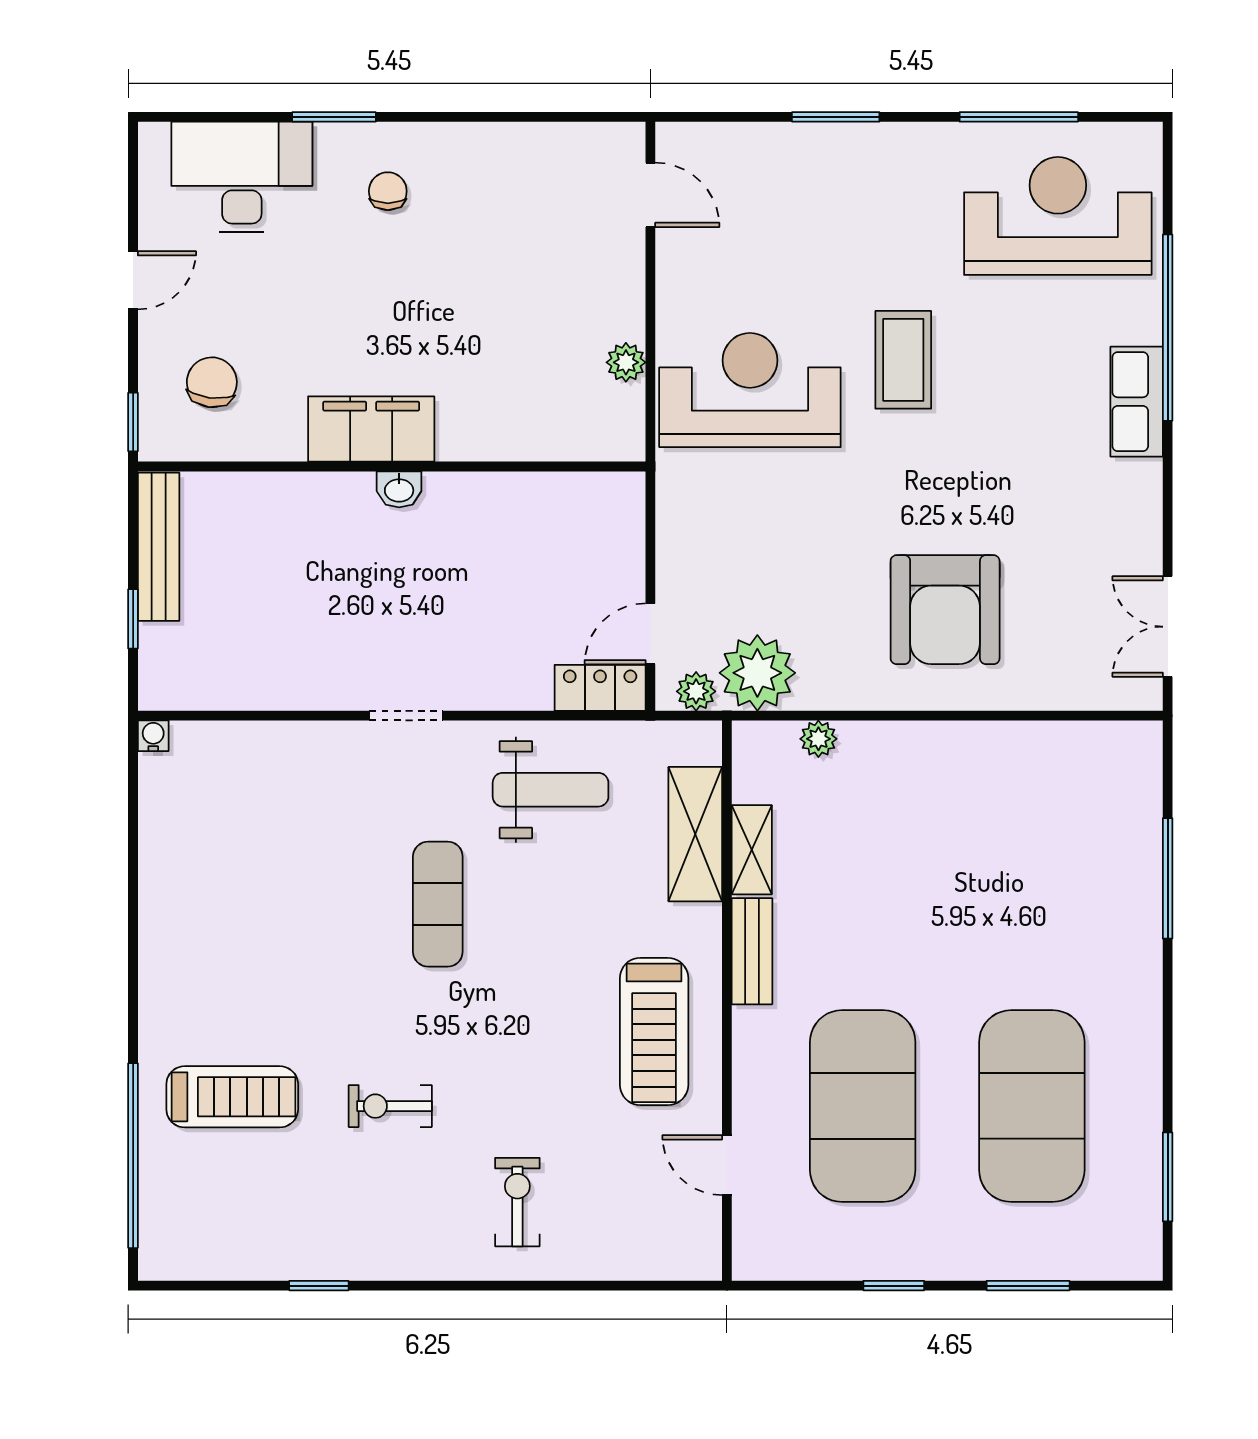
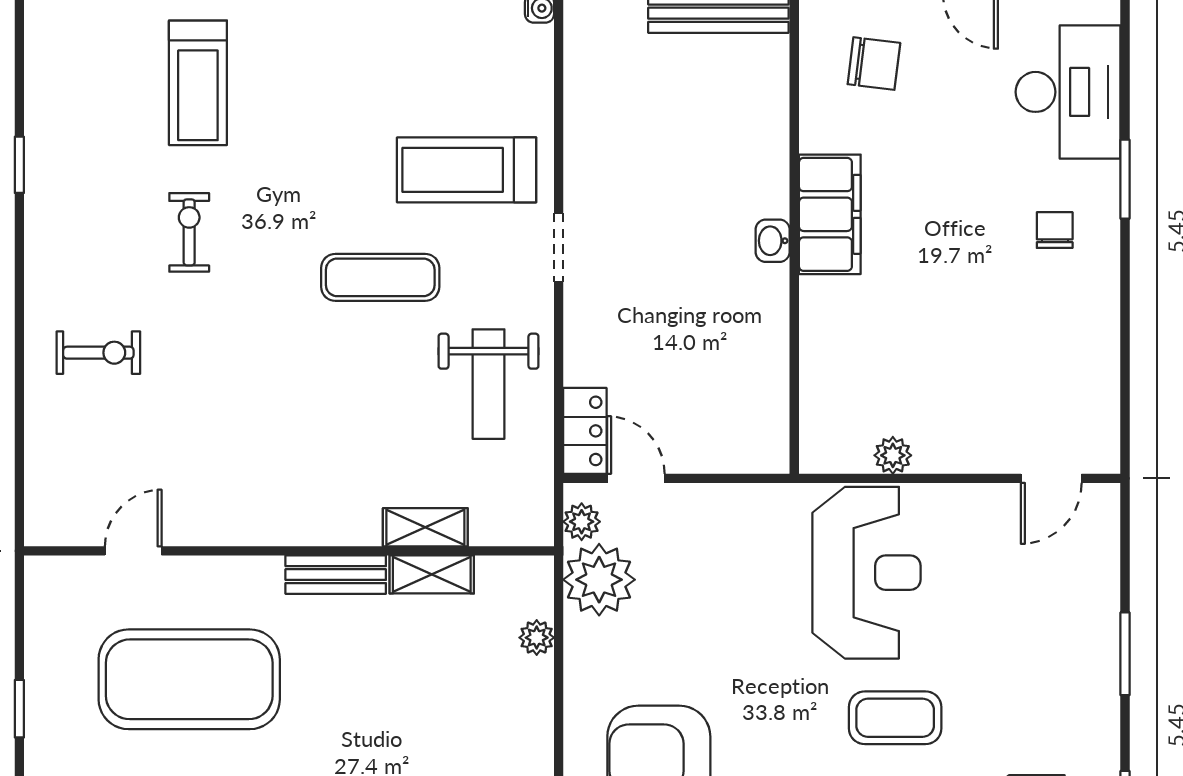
chair: (388, 191) -> (1055, 230), turned -90
shelving: (695, 834) -> (425, 527), width x0.67, depth x0.75
treadmill: (654, 1031) -> (467, 170), moved

